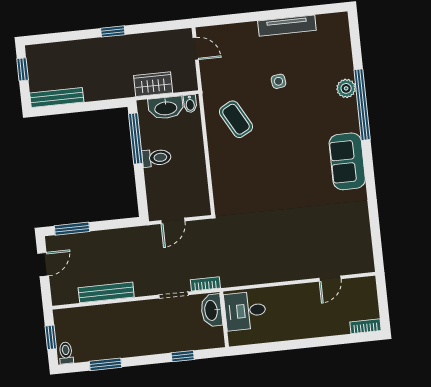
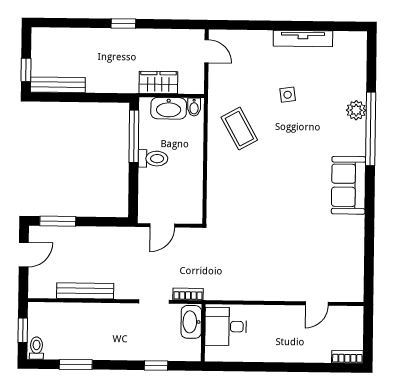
window: (23, 69) -> (26, 70), moved

